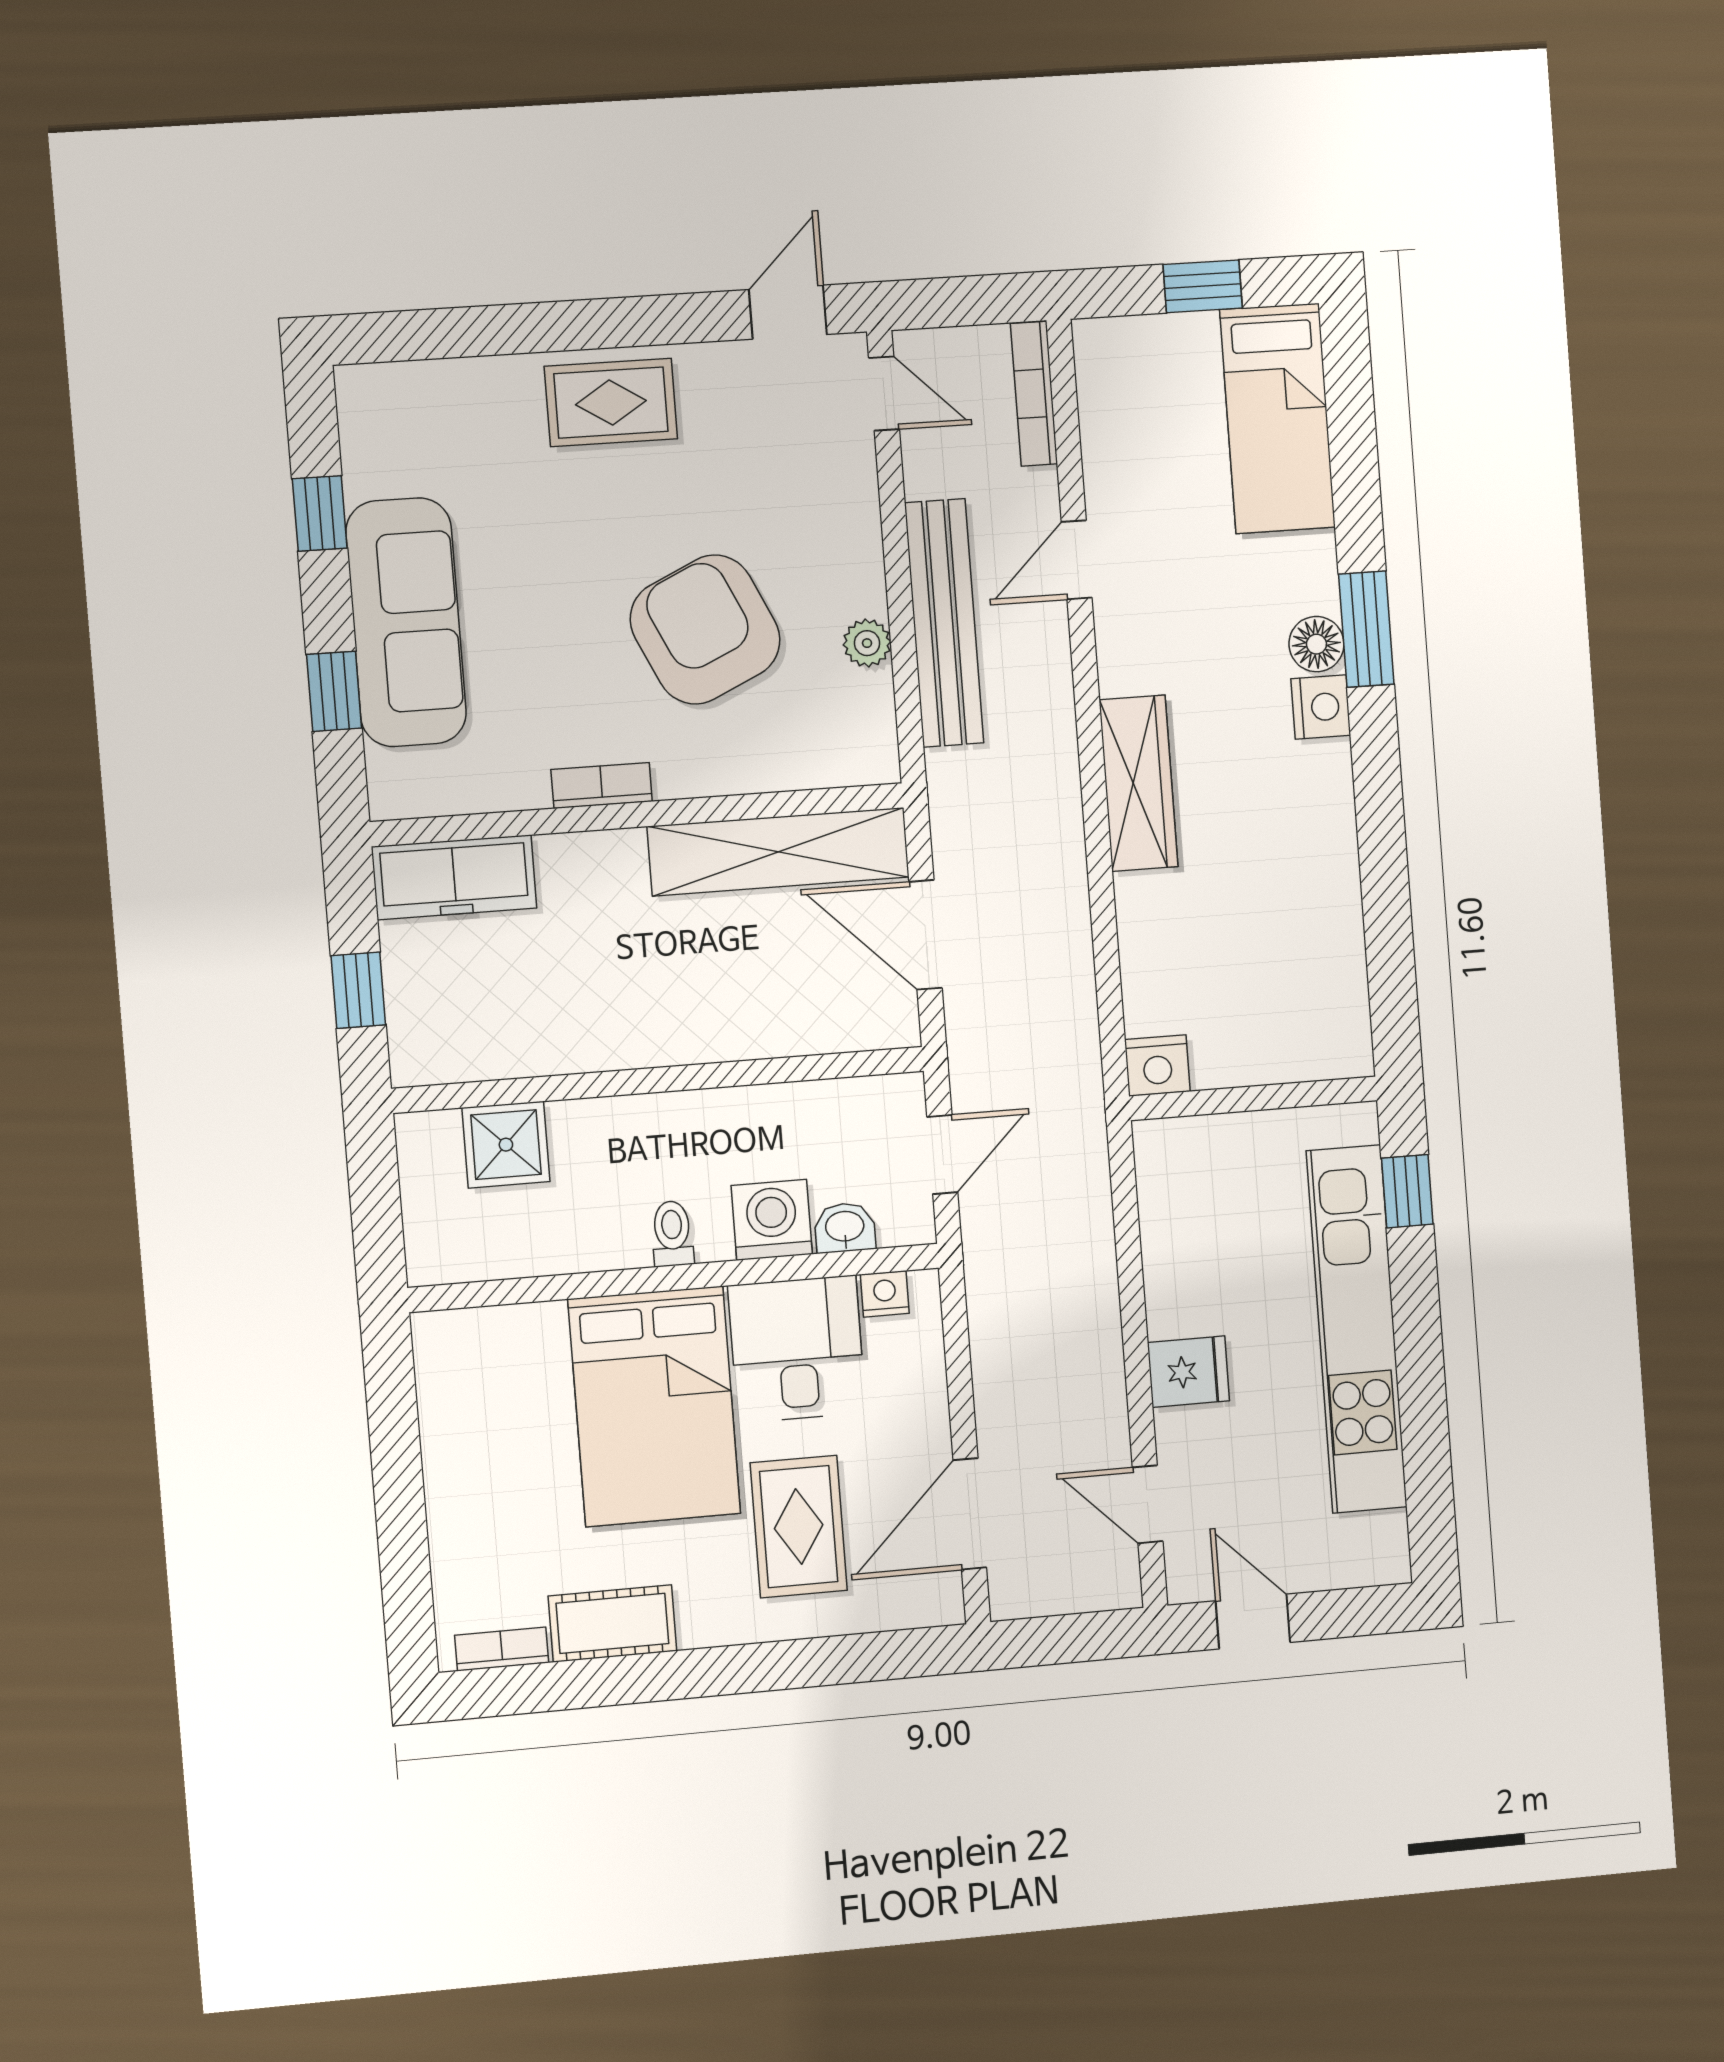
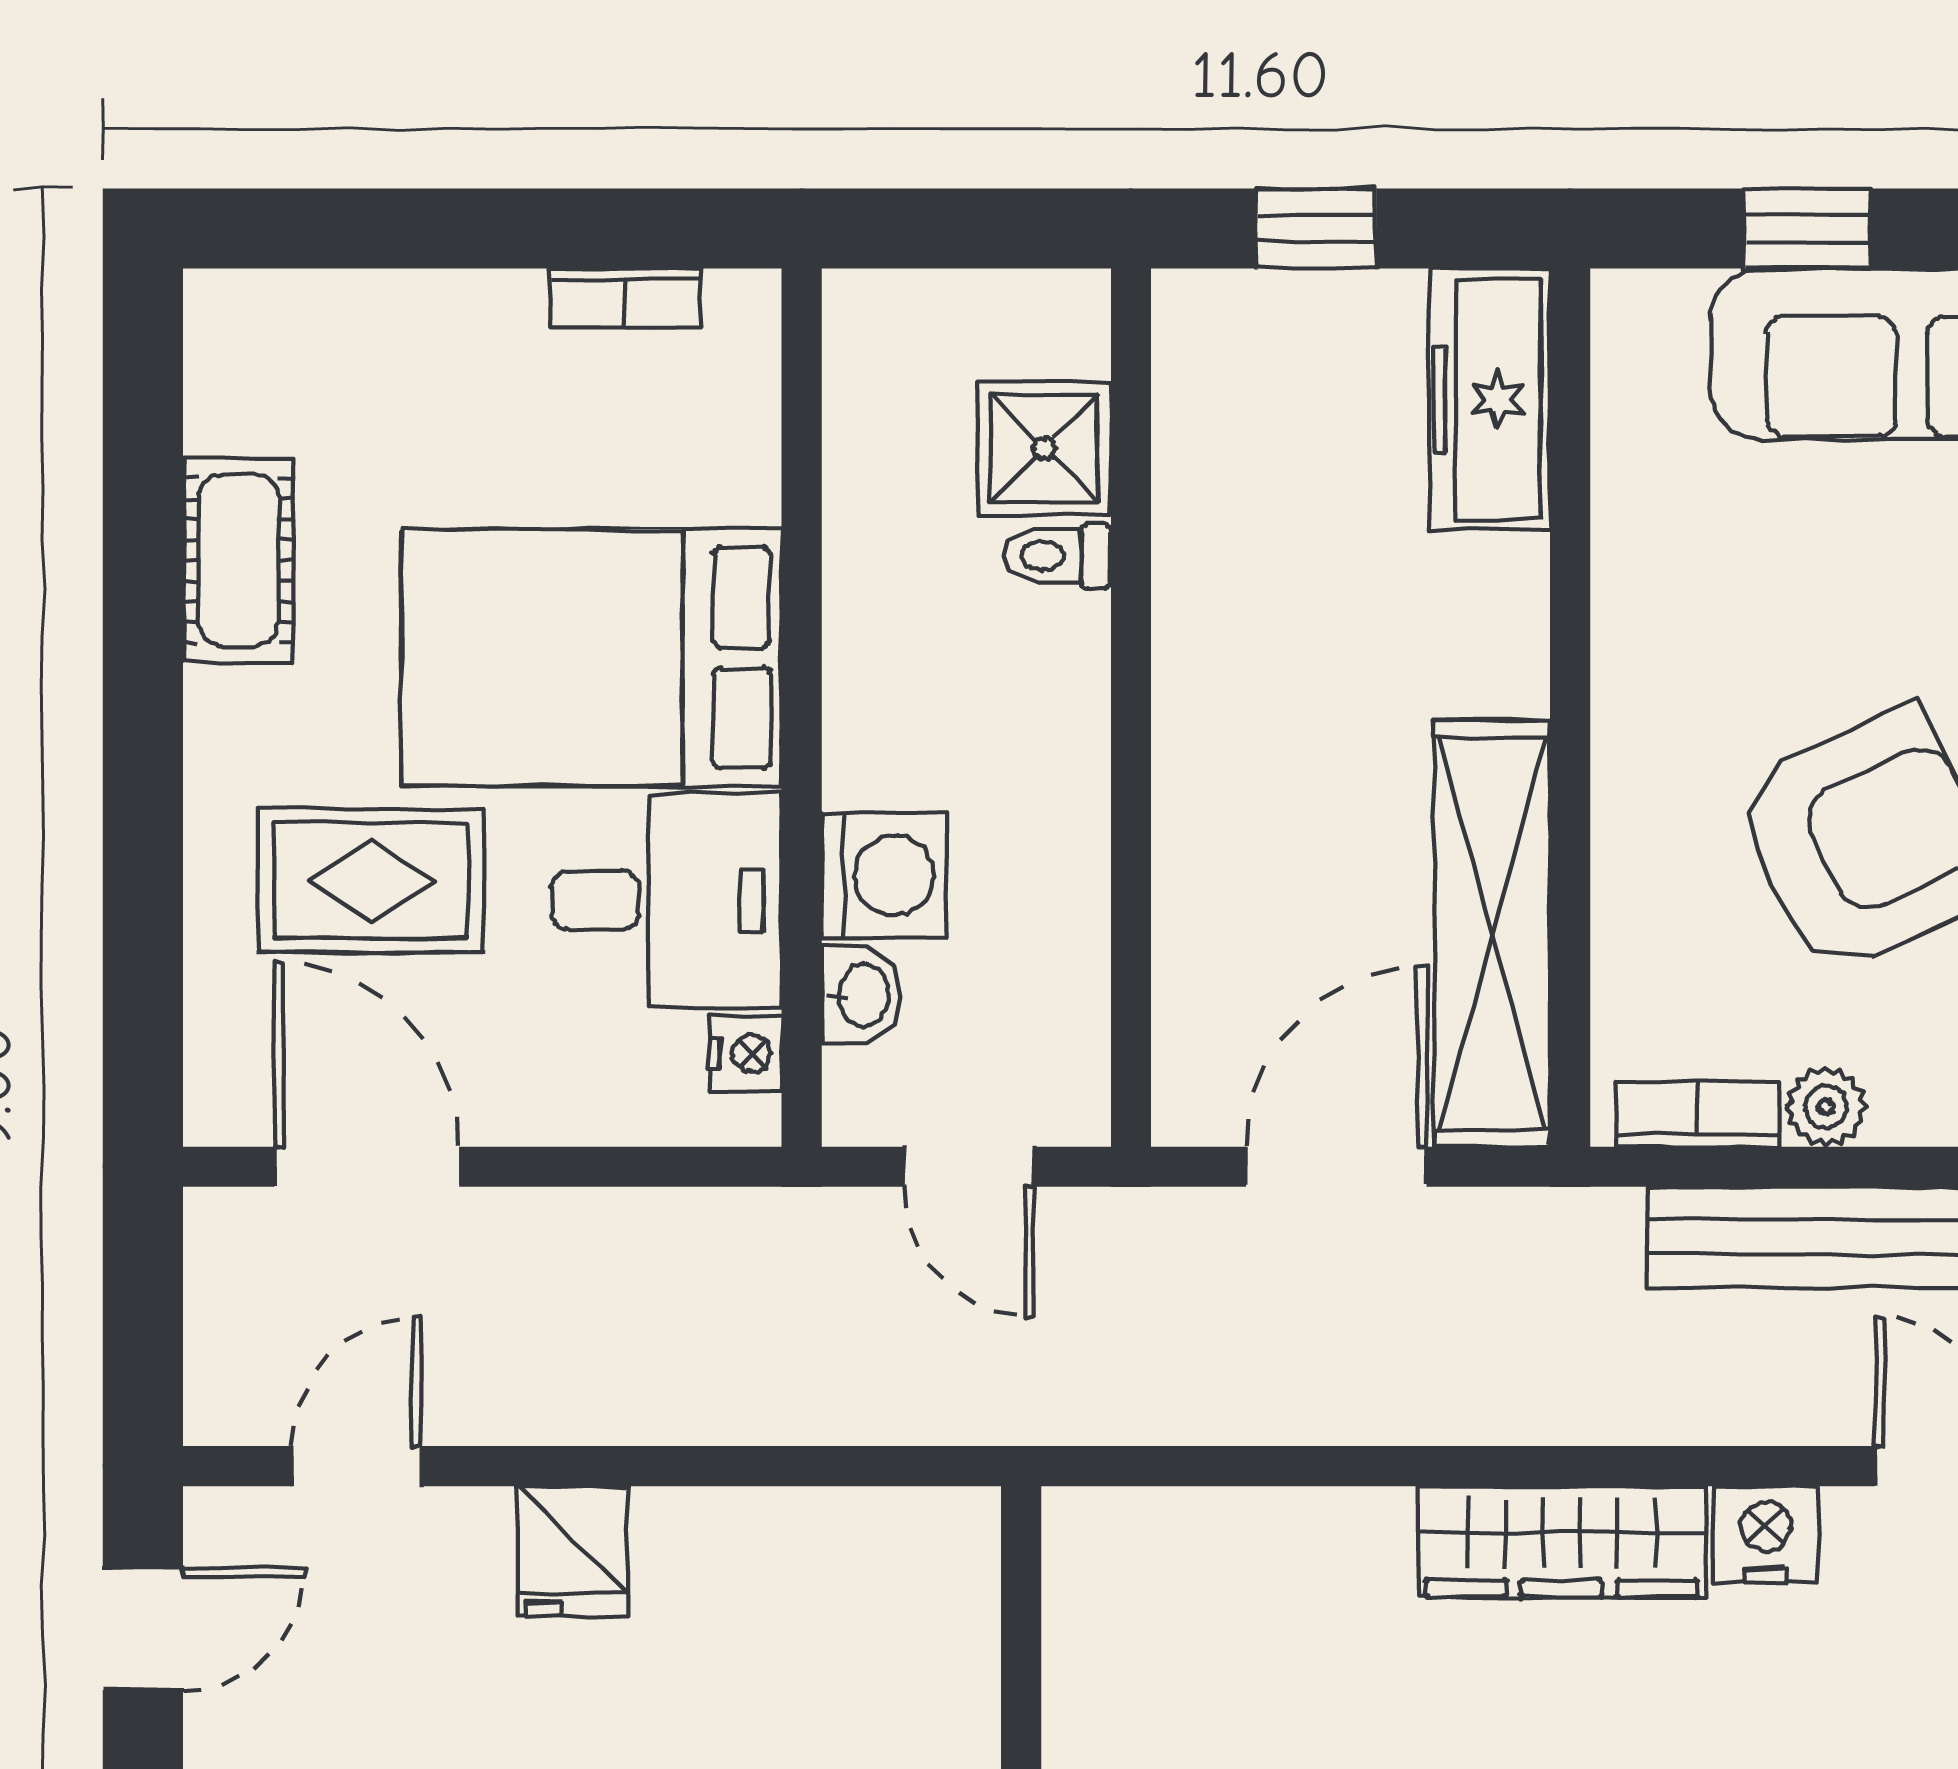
bookcase: (602, 785) -> (1697, 1114), moved, turned -90
nightstand: (1157, 1065) -> (1765, 1534), moved, turned 90
toilet: (672, 1234) -> (1057, 556), moved, turned 180
bookcase: (502, 1649) -> (625, 298), moved, turned 90

